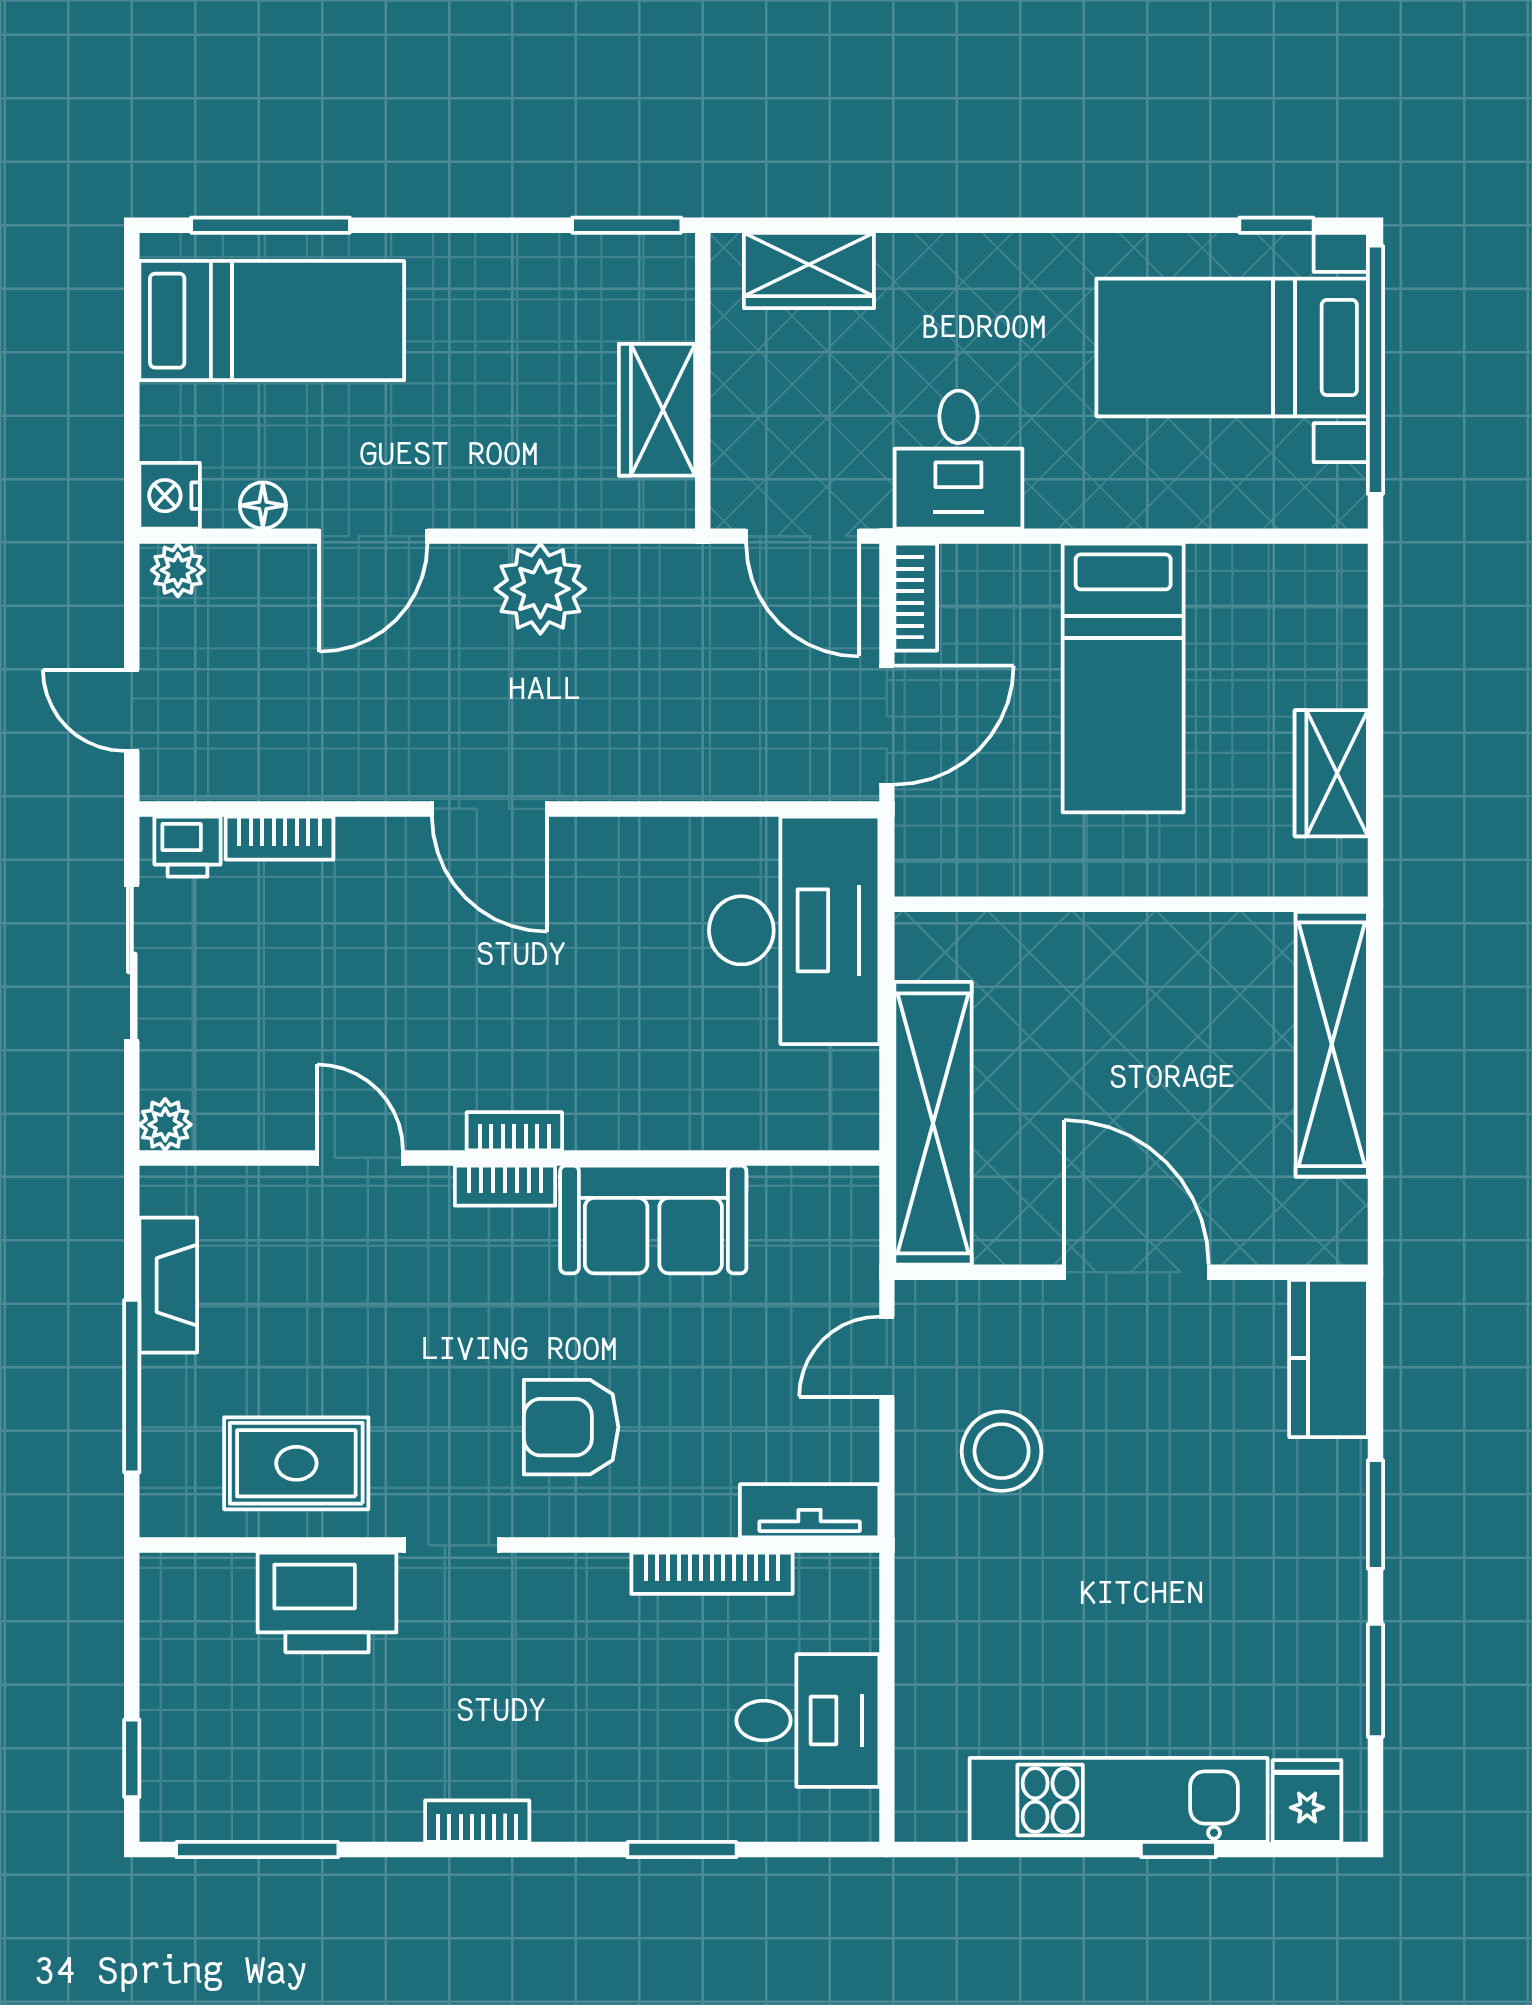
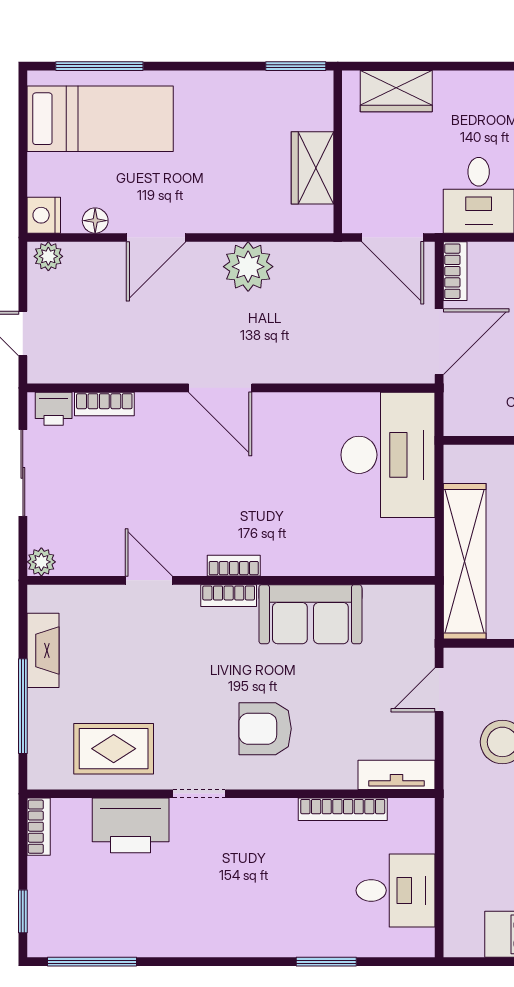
bookcase: (477, 1821) -> (39, 827), moved, turned 90

